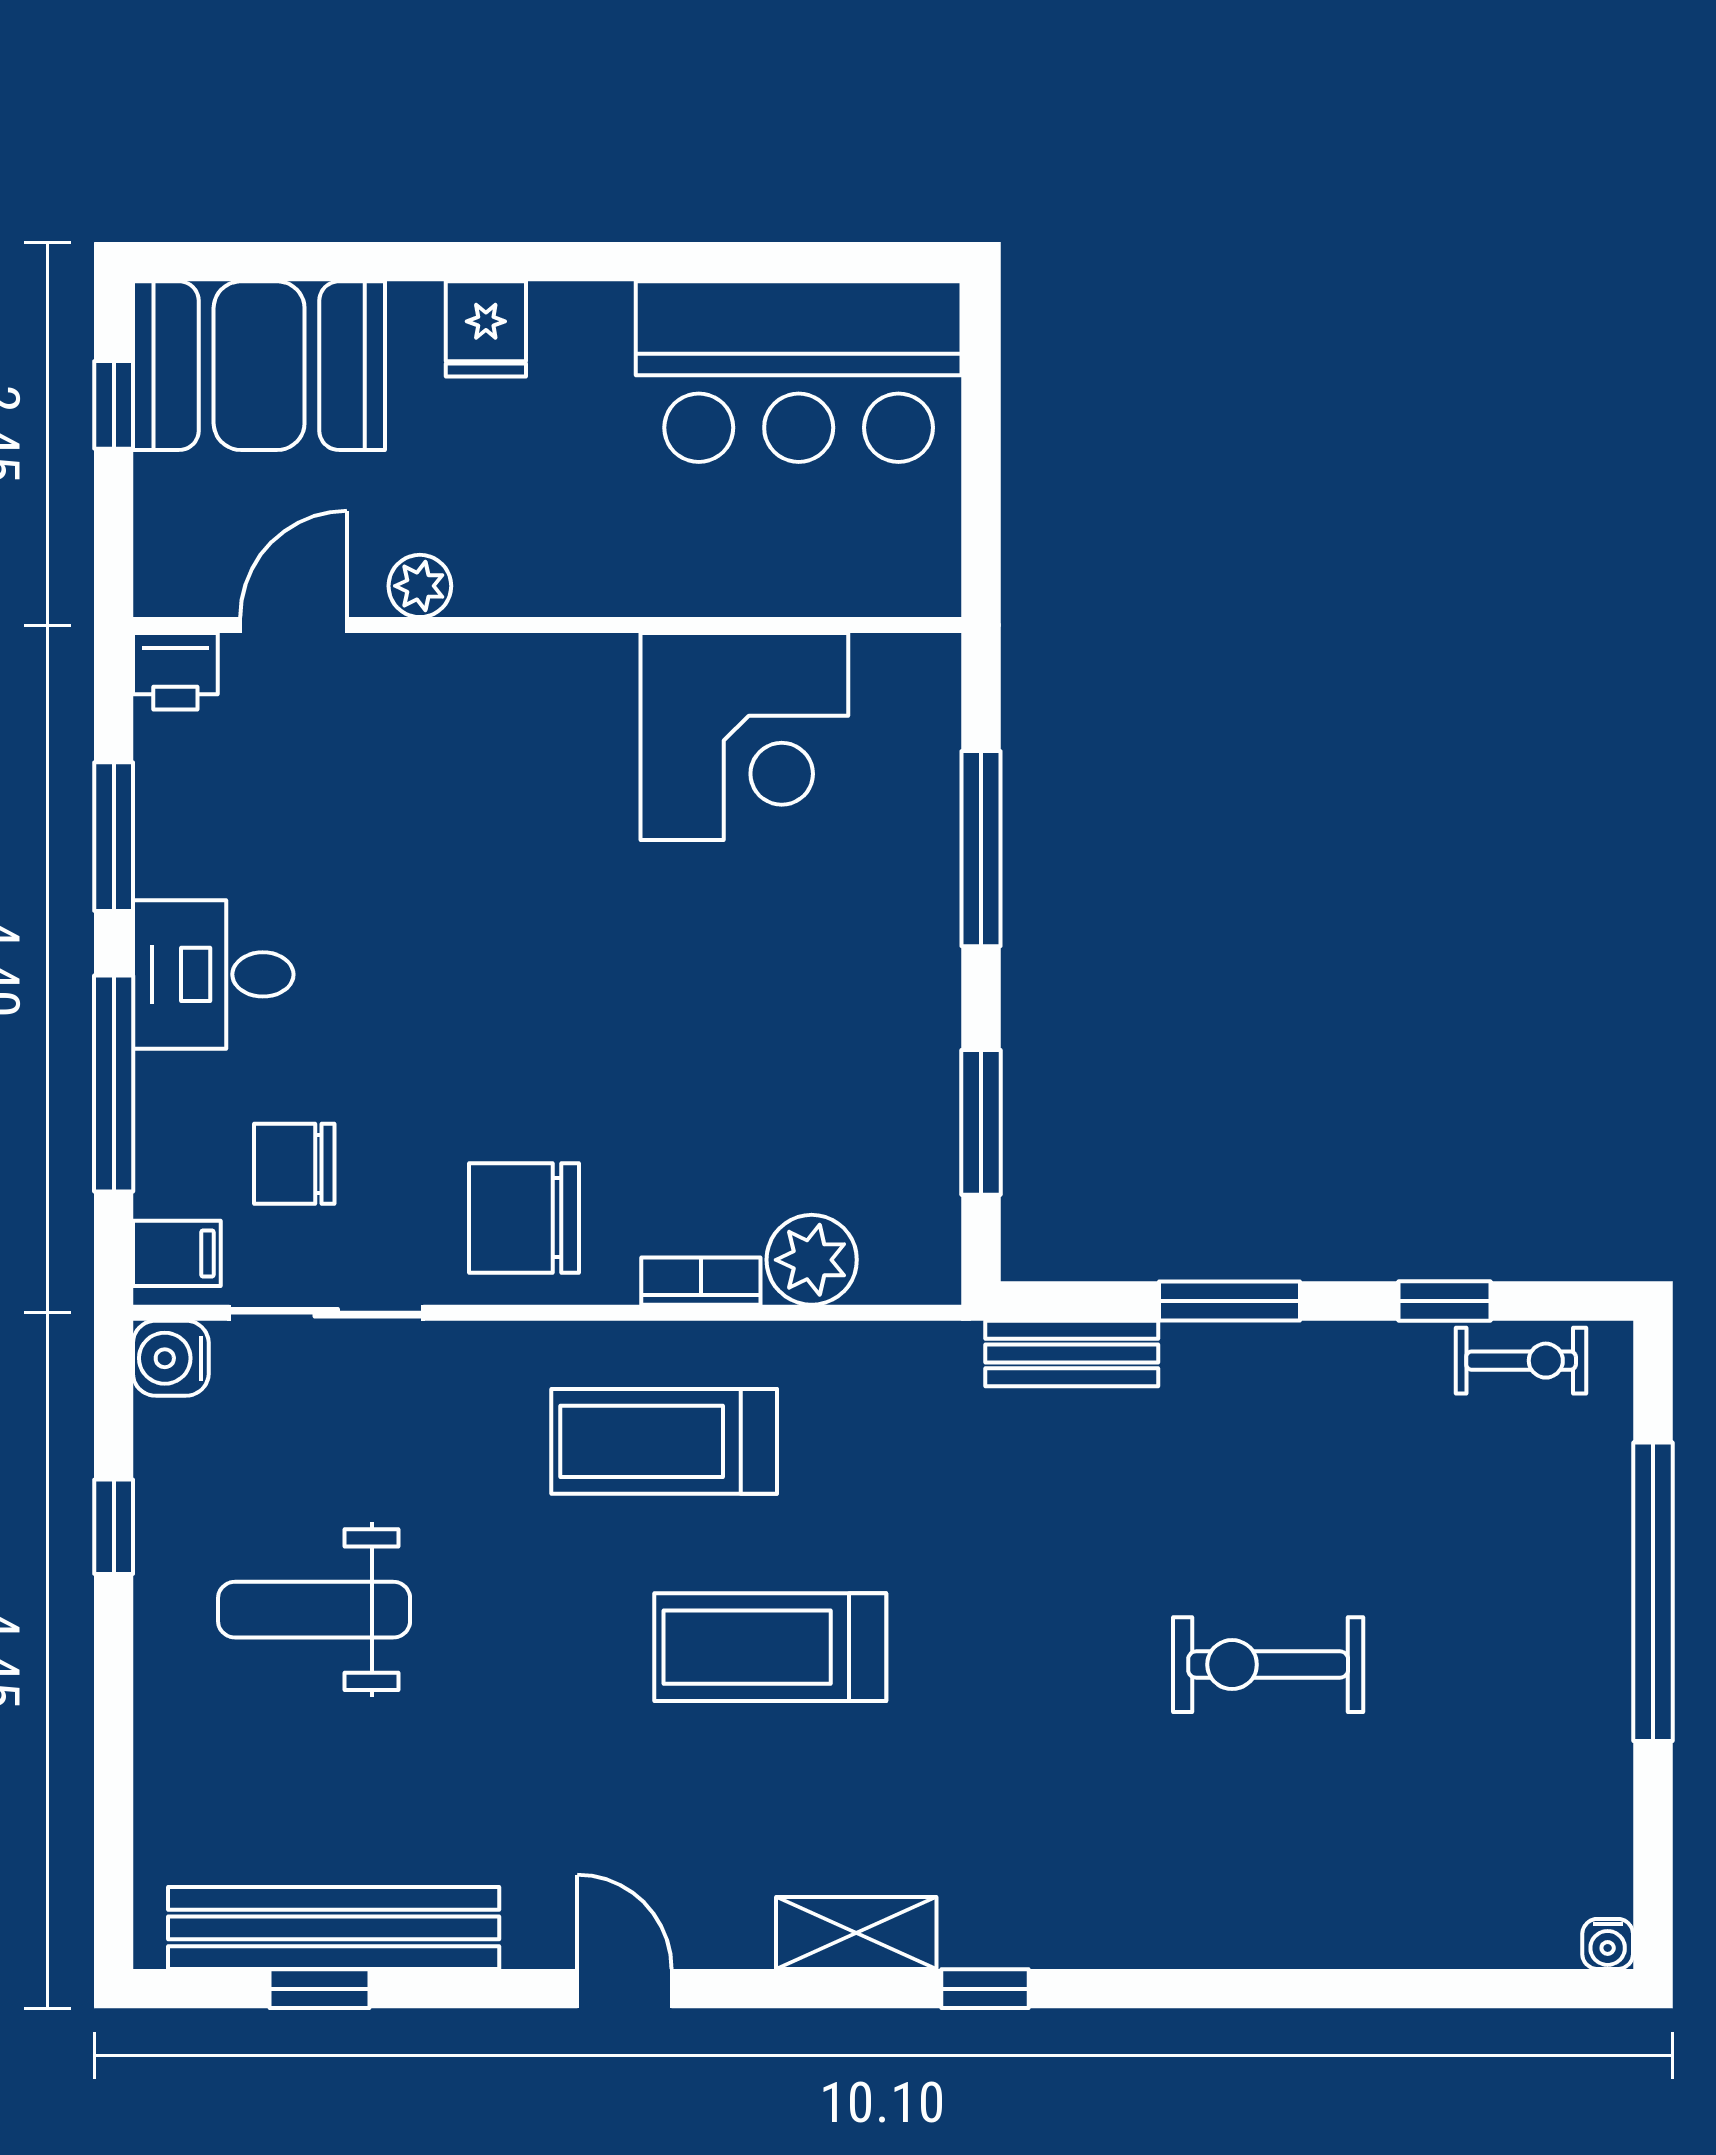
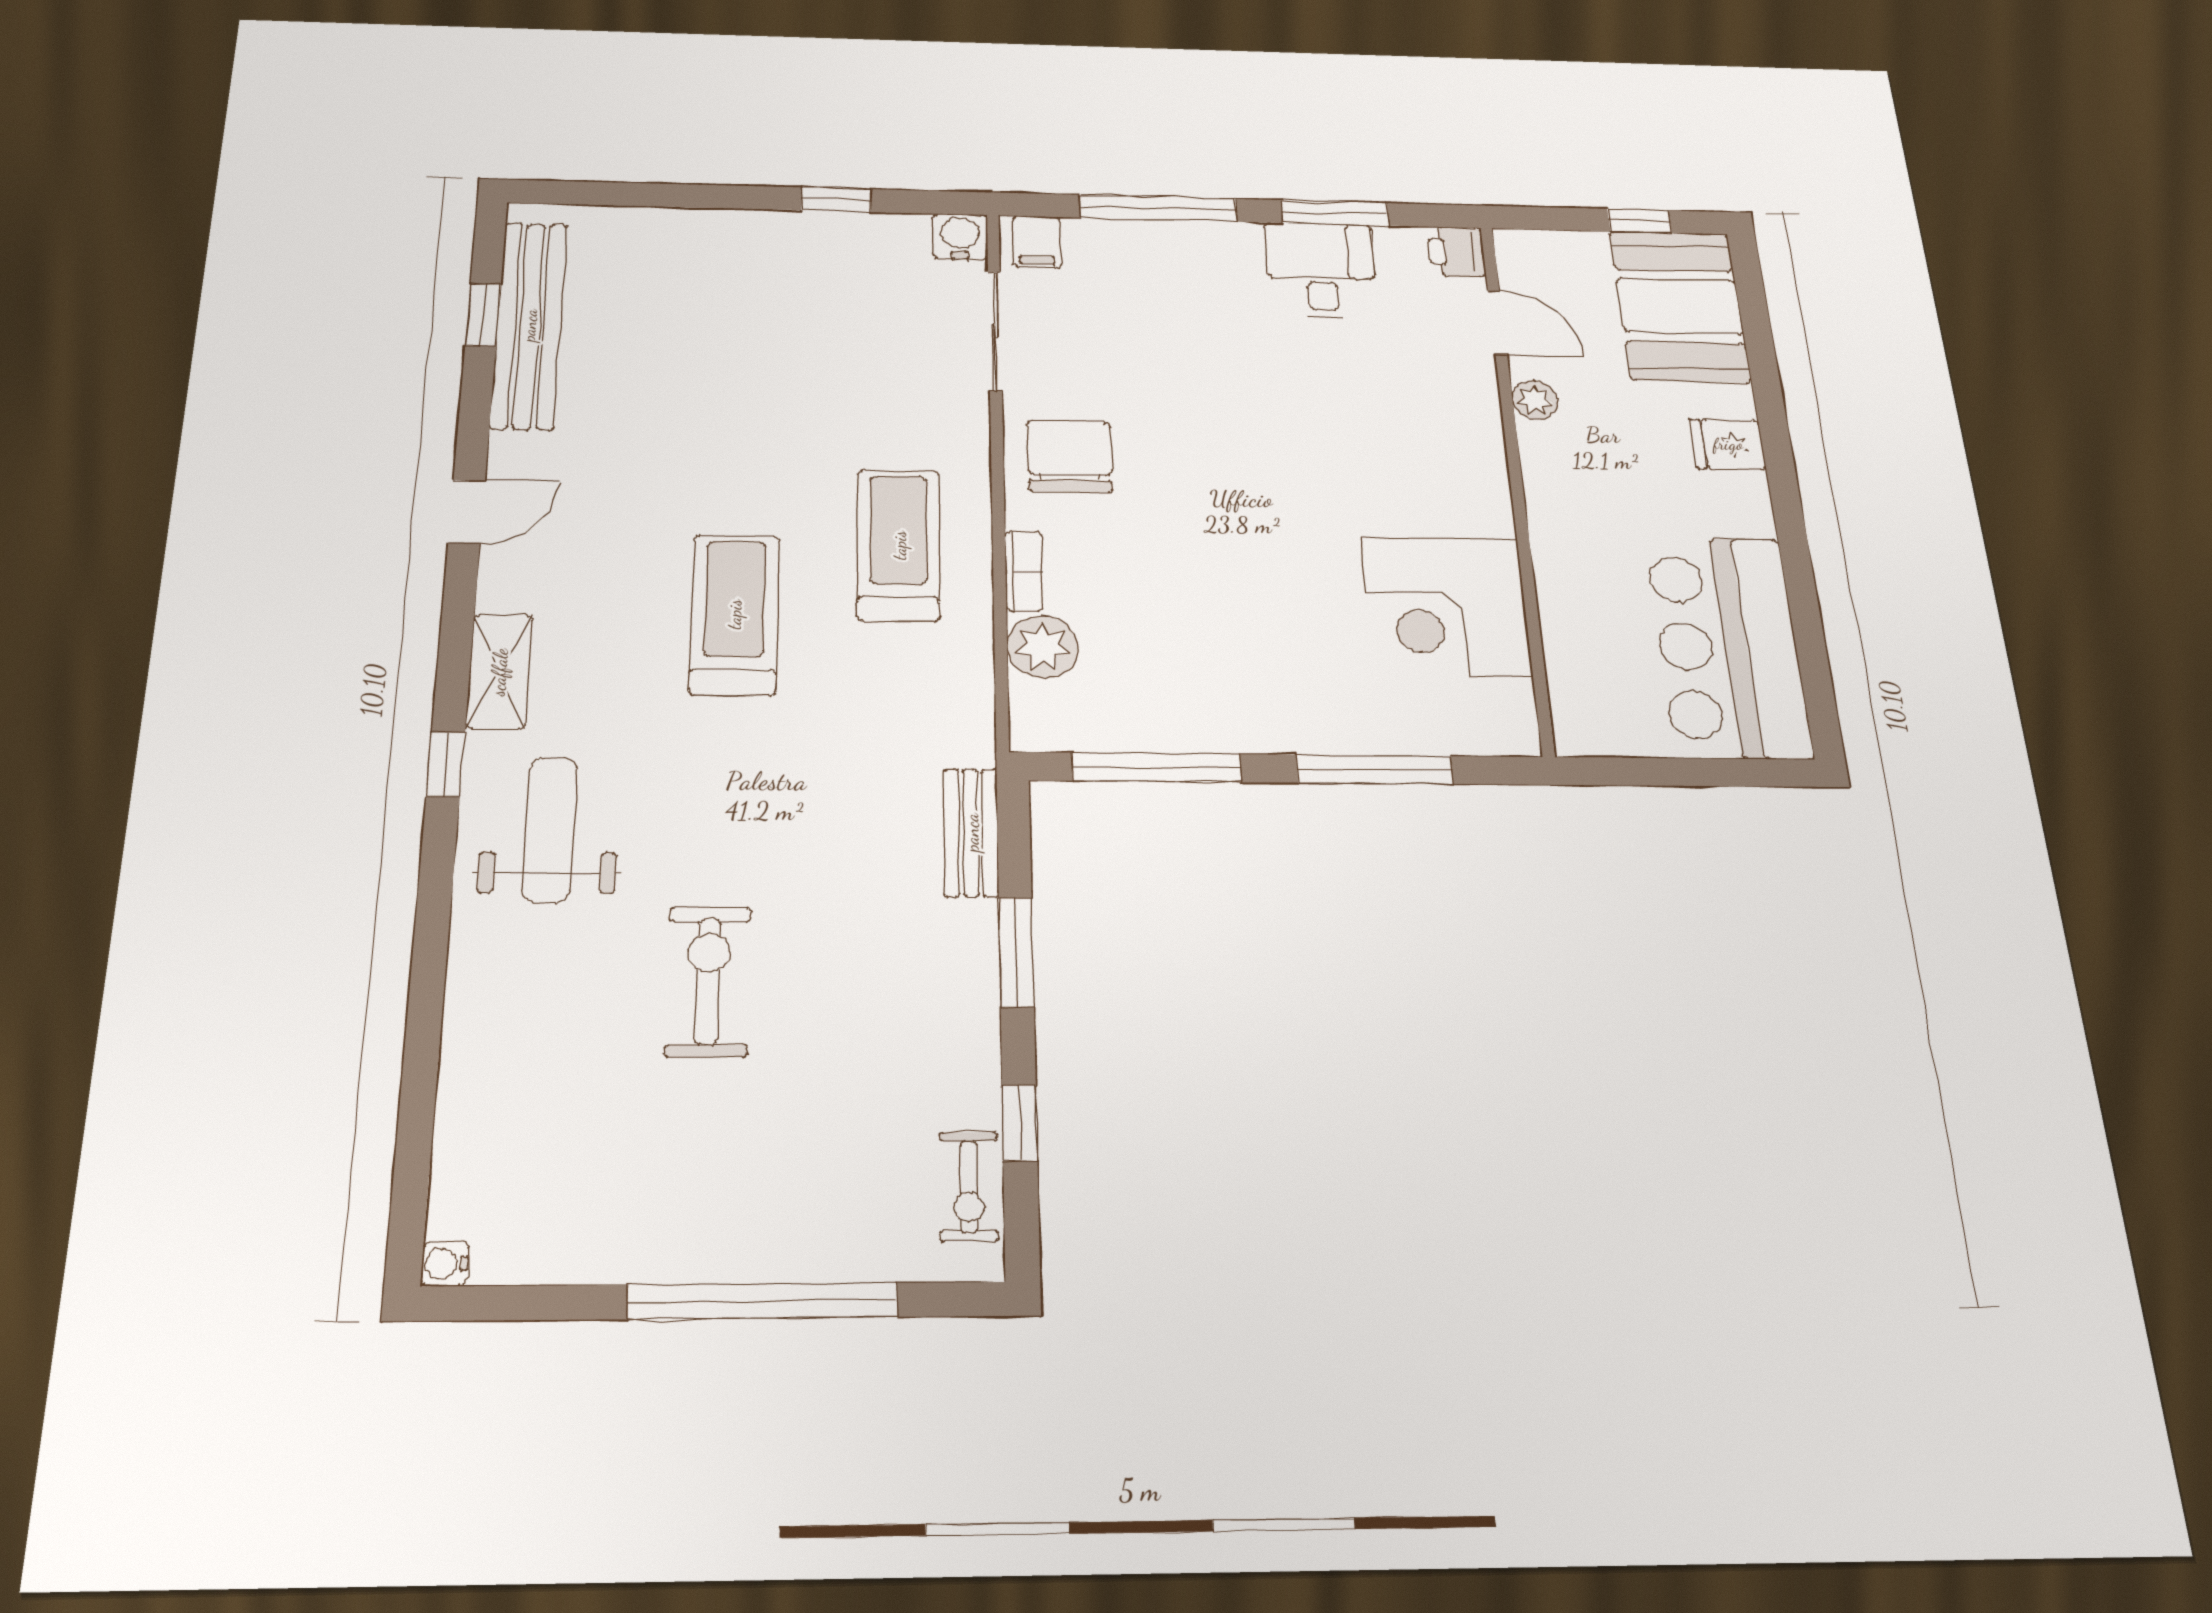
desk: (213, 974) -> (1321, 271), moved
window: (981, 1122) -> (1156, 767), width x1.44
chair: (294, 1164) -> (1105, 314), removed
weight bench: (314, 1610) -> (550, 829), moved

